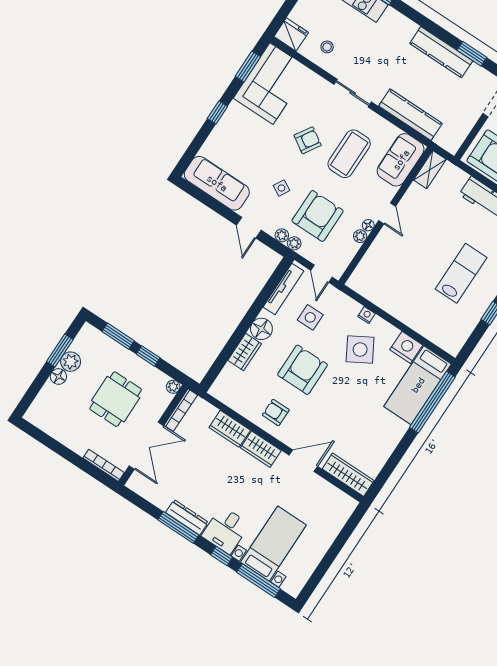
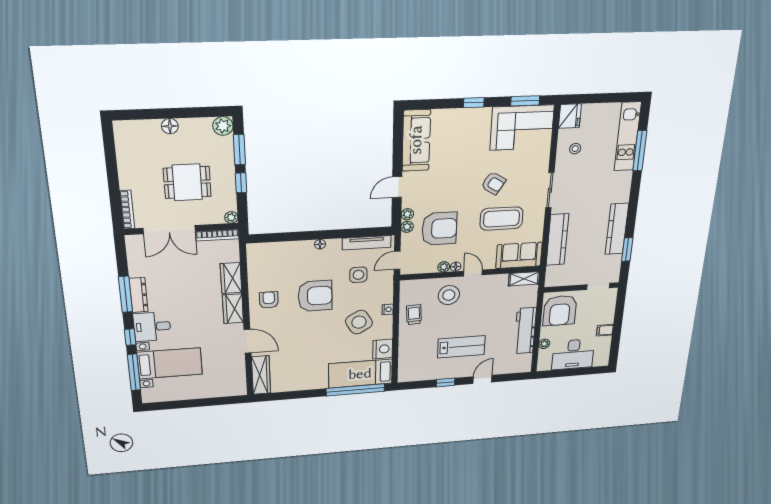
side table: (281, 188) -> (444, 190), removed
door: (387, 213) -> (473, 273), swing flipped
stool: (394, 250) -> (449, 295), added
trolley: (391, 295) -> (414, 315), added
floor lamp: (261, 329) -> (320, 244), width x0.53, depth x0.53
window: (60, 351) -> (192, 113), removed
wardrobe: (245, 352) -> (298, 249), removed
plant: (71, 362) -> (223, 126), moved

